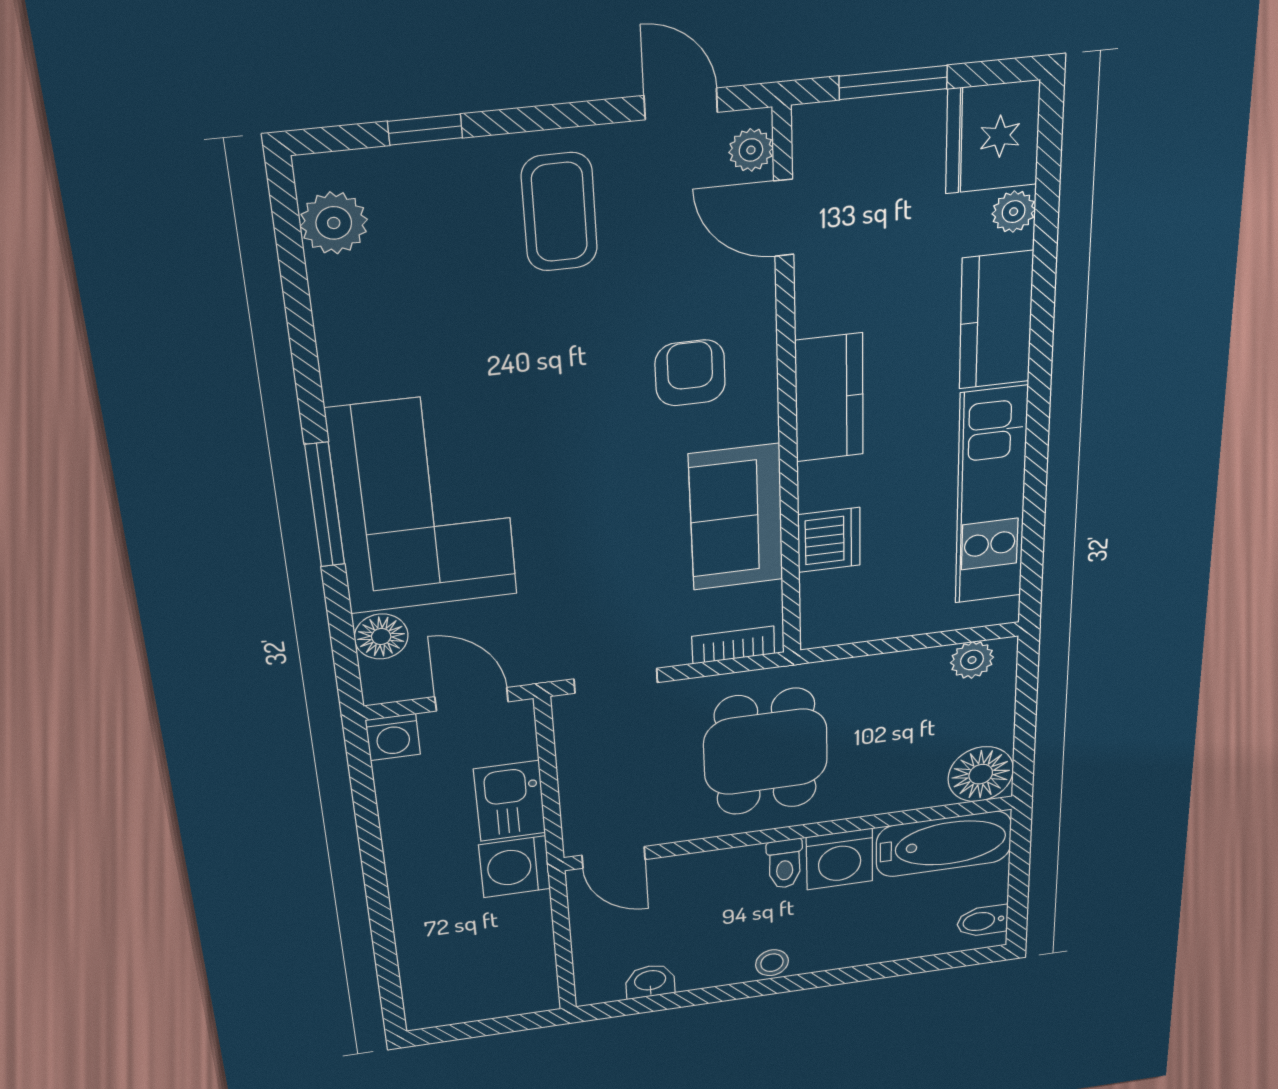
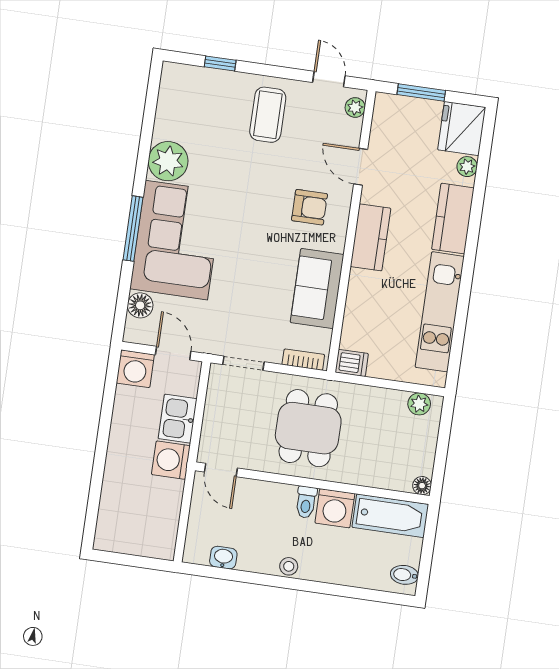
door: (784, 218) -> (361, 167), moved
plant: (334, 223) -> (168, 161), moved, width x1.36, depth x1.36
armchair: (690, 373) -> (310, 207), turned 90
dishwasher: (829, 540) -> (352, 363), moved, width x0.73
washing machine: (393, 737) -> (135, 369), width x1.38, depth x1.38
floor lamp: (981, 774) -> (422, 486), width x0.53, depth x0.53

